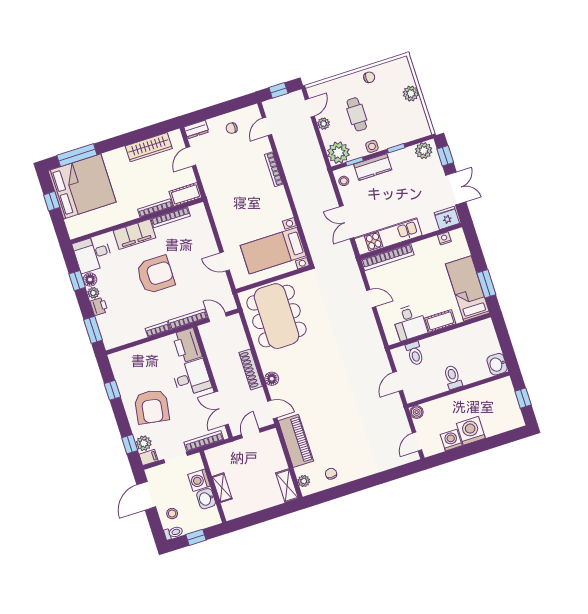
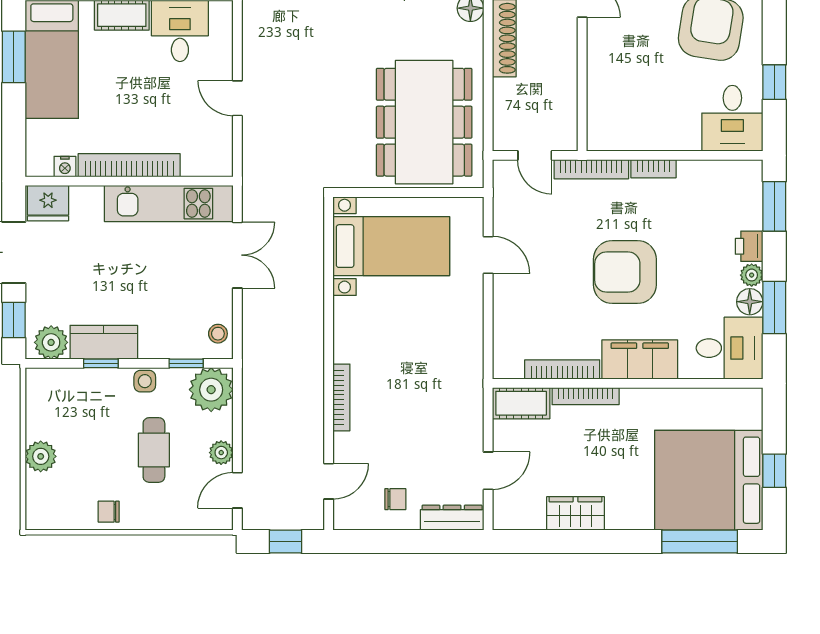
dresser: (196, 130) -> (452, 518), width x1.44
wardrobe: (149, 147) -> (575, 513), width x0.67
kitchen counter: (373, 167) -> (104, 342), moved
bookcase: (388, 257) -> (129, 165), moved
window: (77, 281) -> (774, 308), width x1.50
printer: (187, 345) -> (608, 121), removed
desk: (192, 378) -> (732, 118), moved, turned -90

